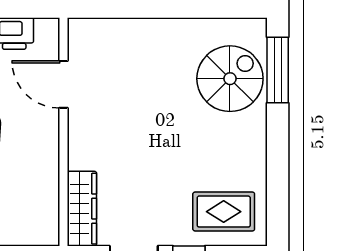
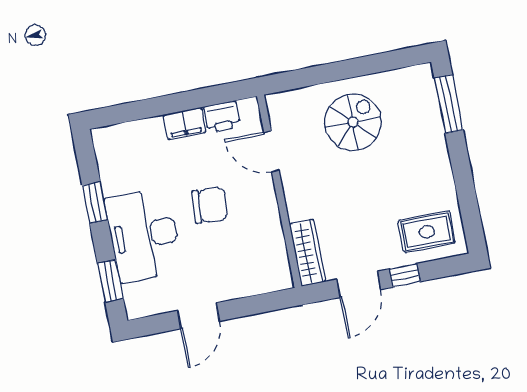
spiral stairs: (230, 79) -> (353, 122), moved

